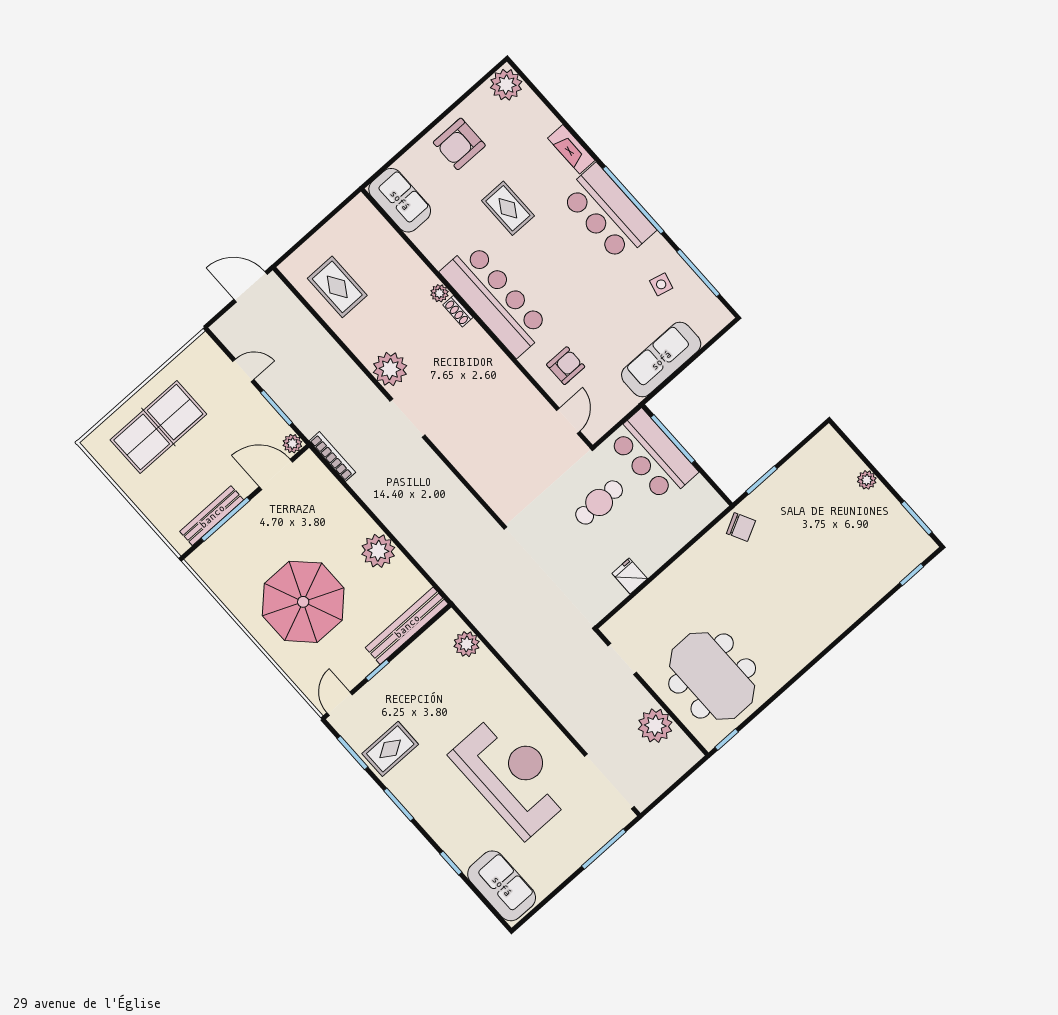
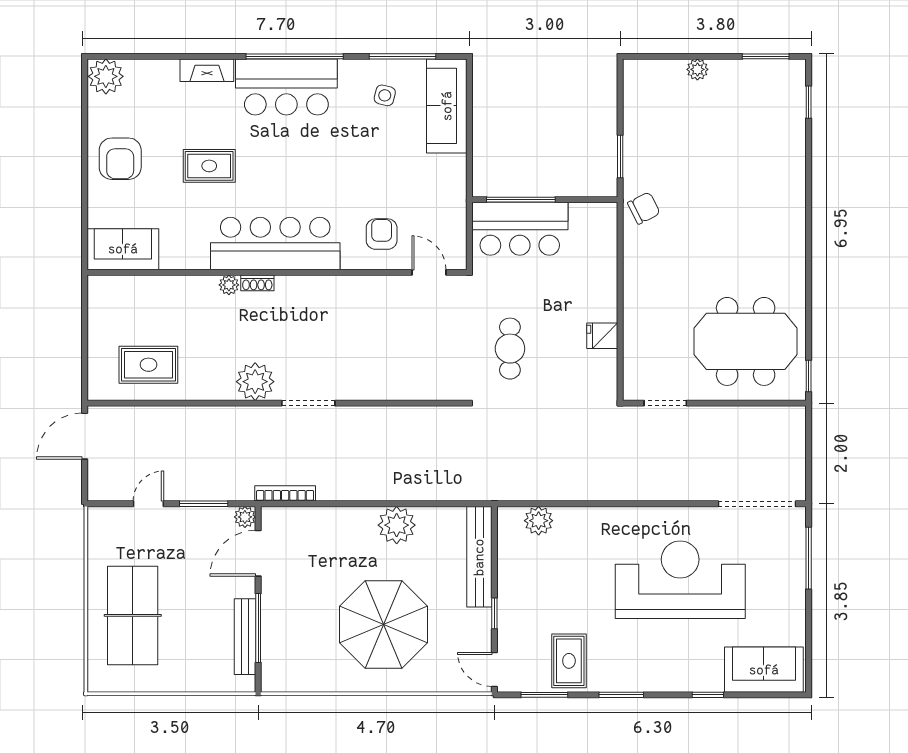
sofa: (661, 360) -> (447, 106), moved
cafe table: (599, 502) -> (510, 349), moved
plant: (655, 726) -> (745, 425), removed

